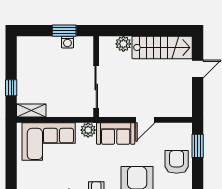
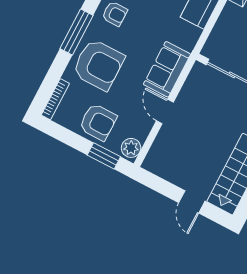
plant: (88, 130) -> (131, 148), moved

